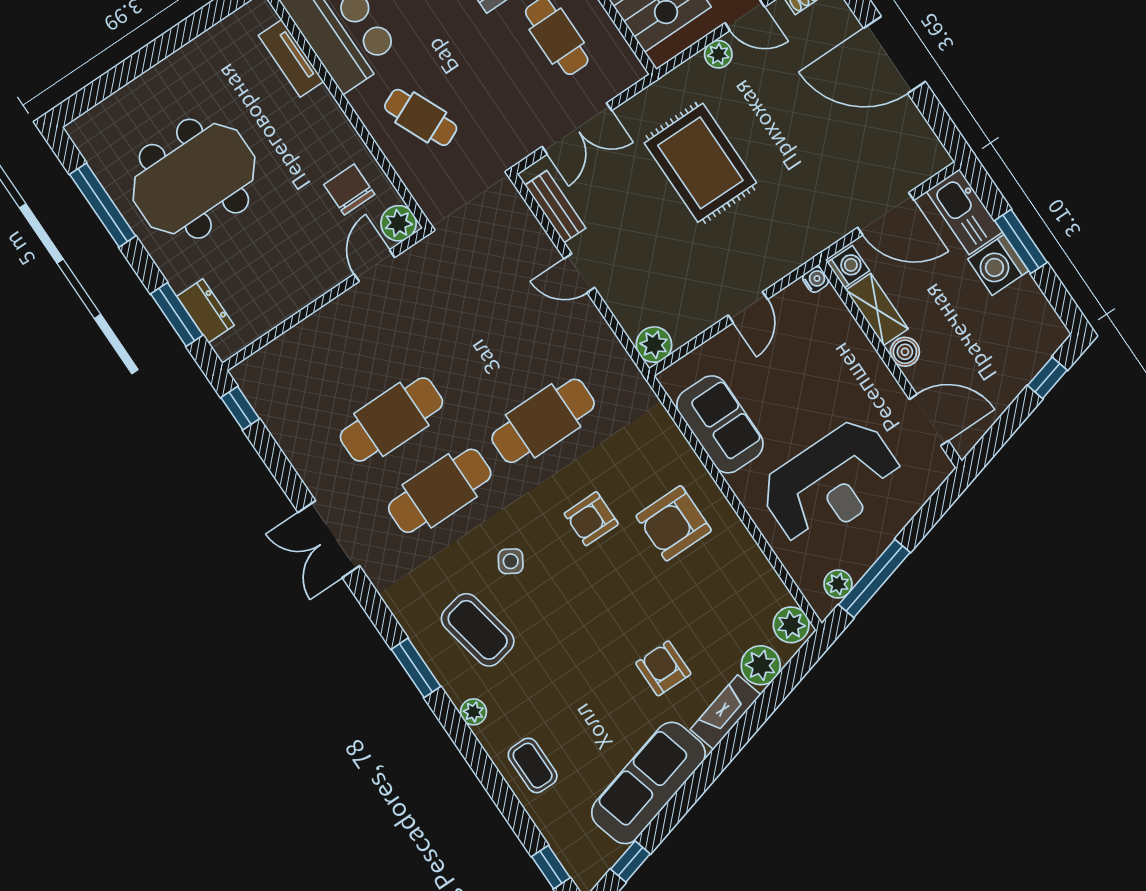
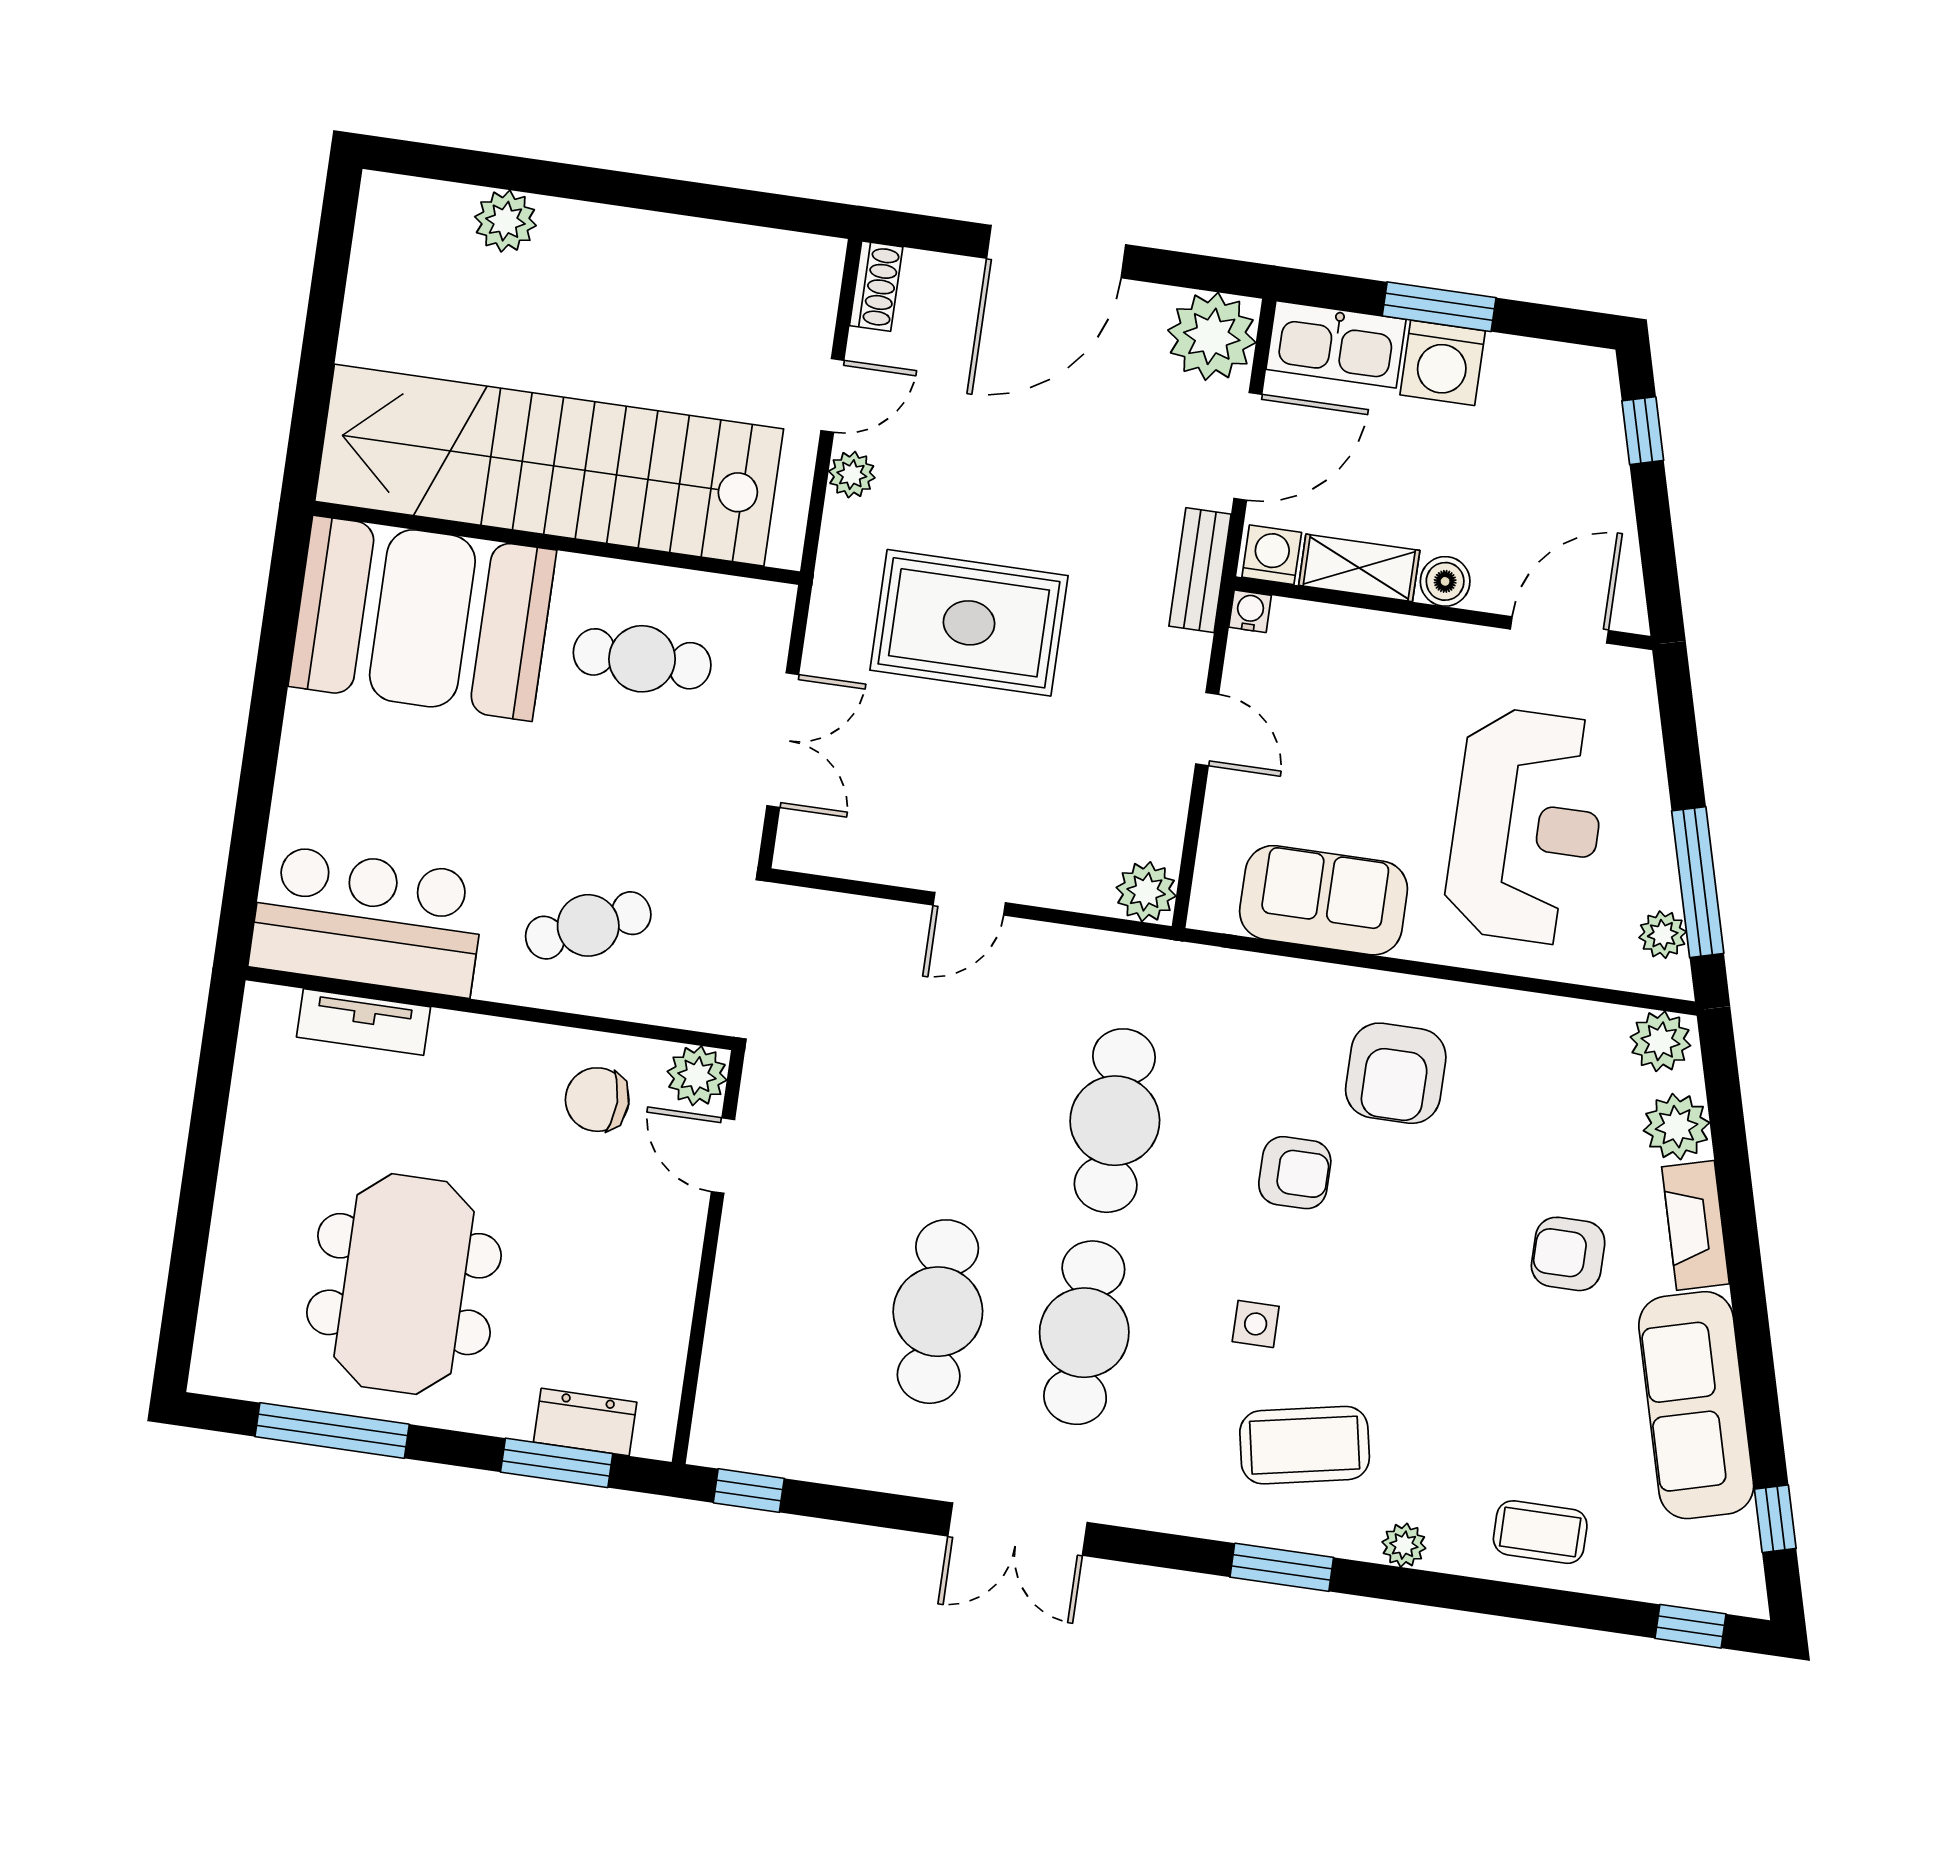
plant: (919, 155) -> (1212, 336), added
bench: (555, 207) -> (1200, 570), moved, turned 90
armchair: (591, 519) -> (1295, 1173), turned -90
side table: (511, 561) -> (1256, 1324), turned -32

